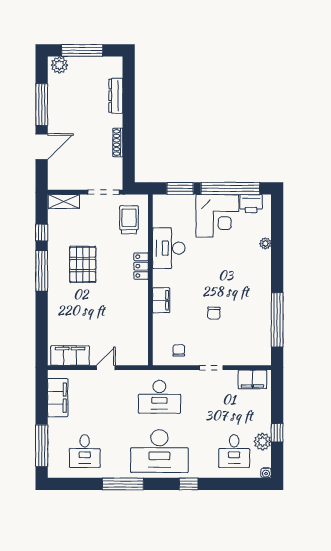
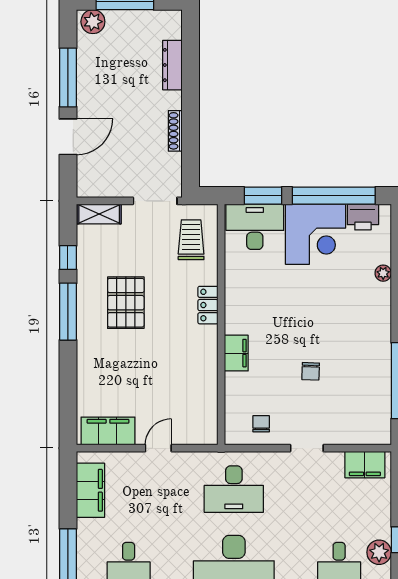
desk: (169, 248) -> (255, 227), moved, turned 90

